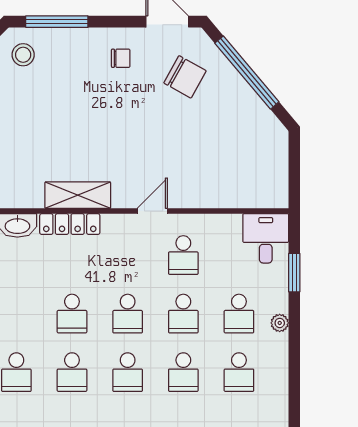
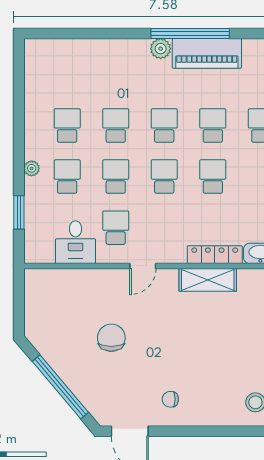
window: (57, 22) -> (226, 431), removed
chair: (185, 77) -> (111, 338), moved, turned 61
desk: (266, 238) -> (76, 242), moved

